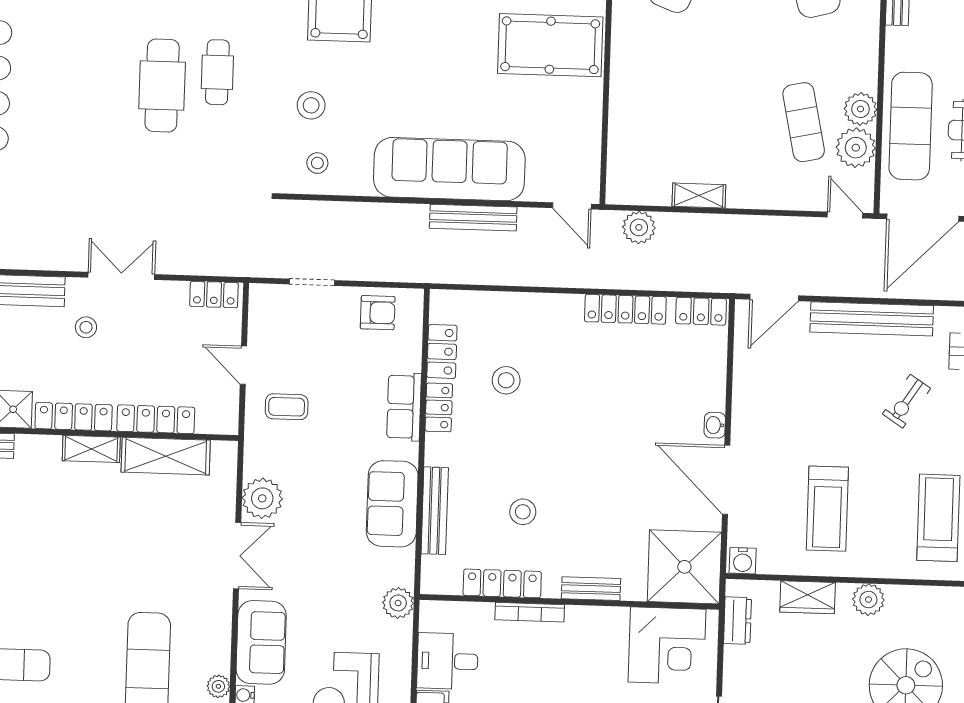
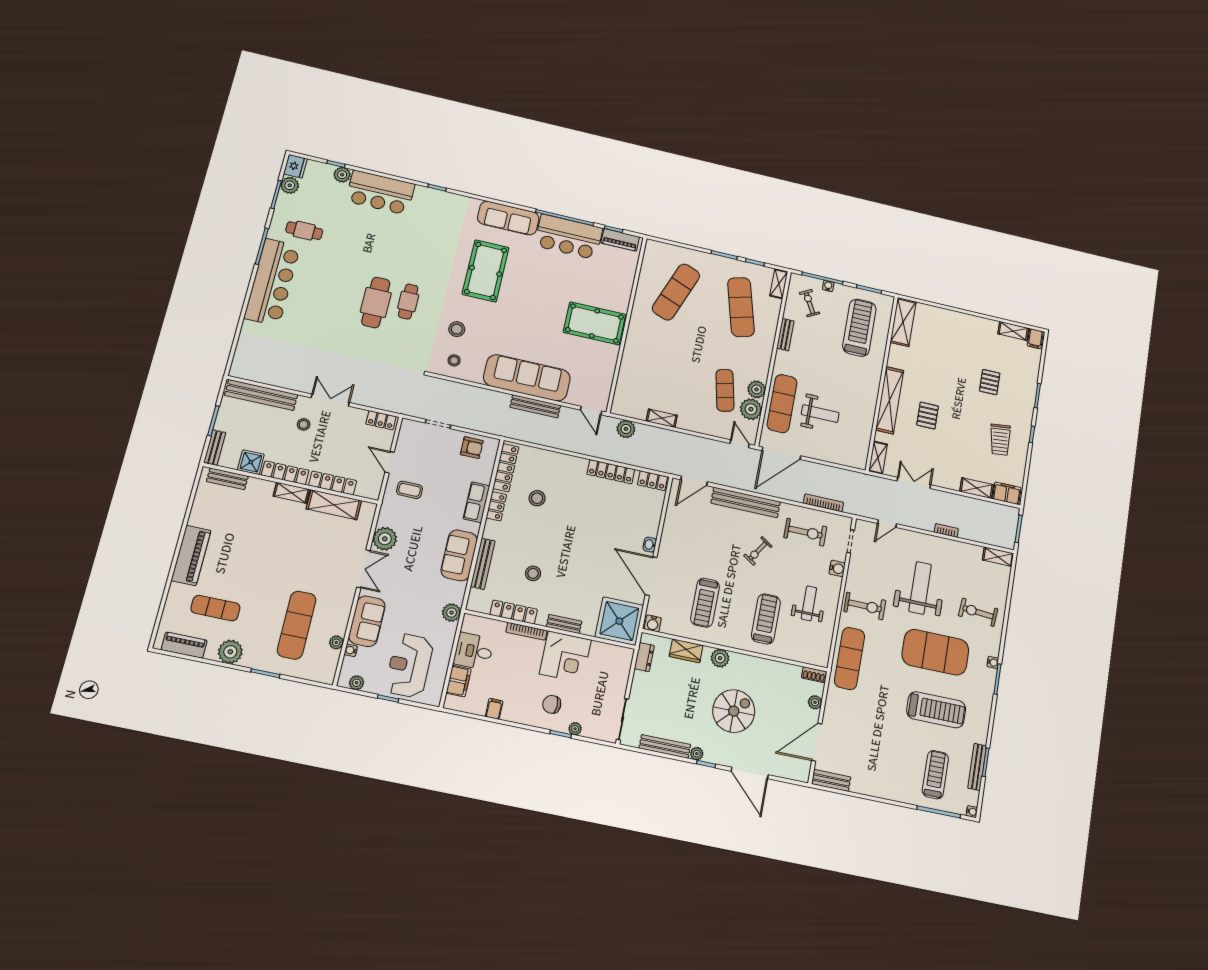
locker: (442, 351) -> (506, 468), width x1.53
corner desk: (667, 646) -> (565, 657), moved

